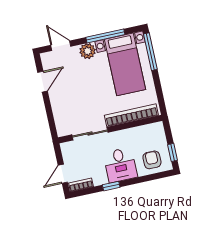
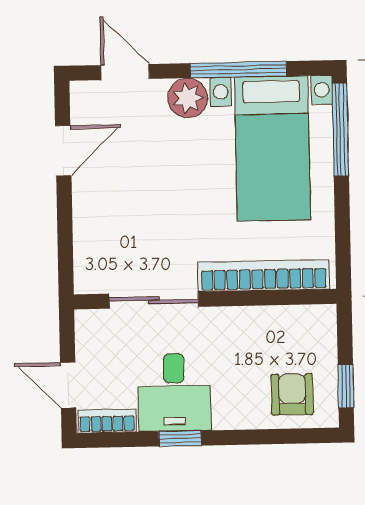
desk: (120, 165) -> (174, 392), moved
door: (63, 174) -> (68, 385), hinge flipped

